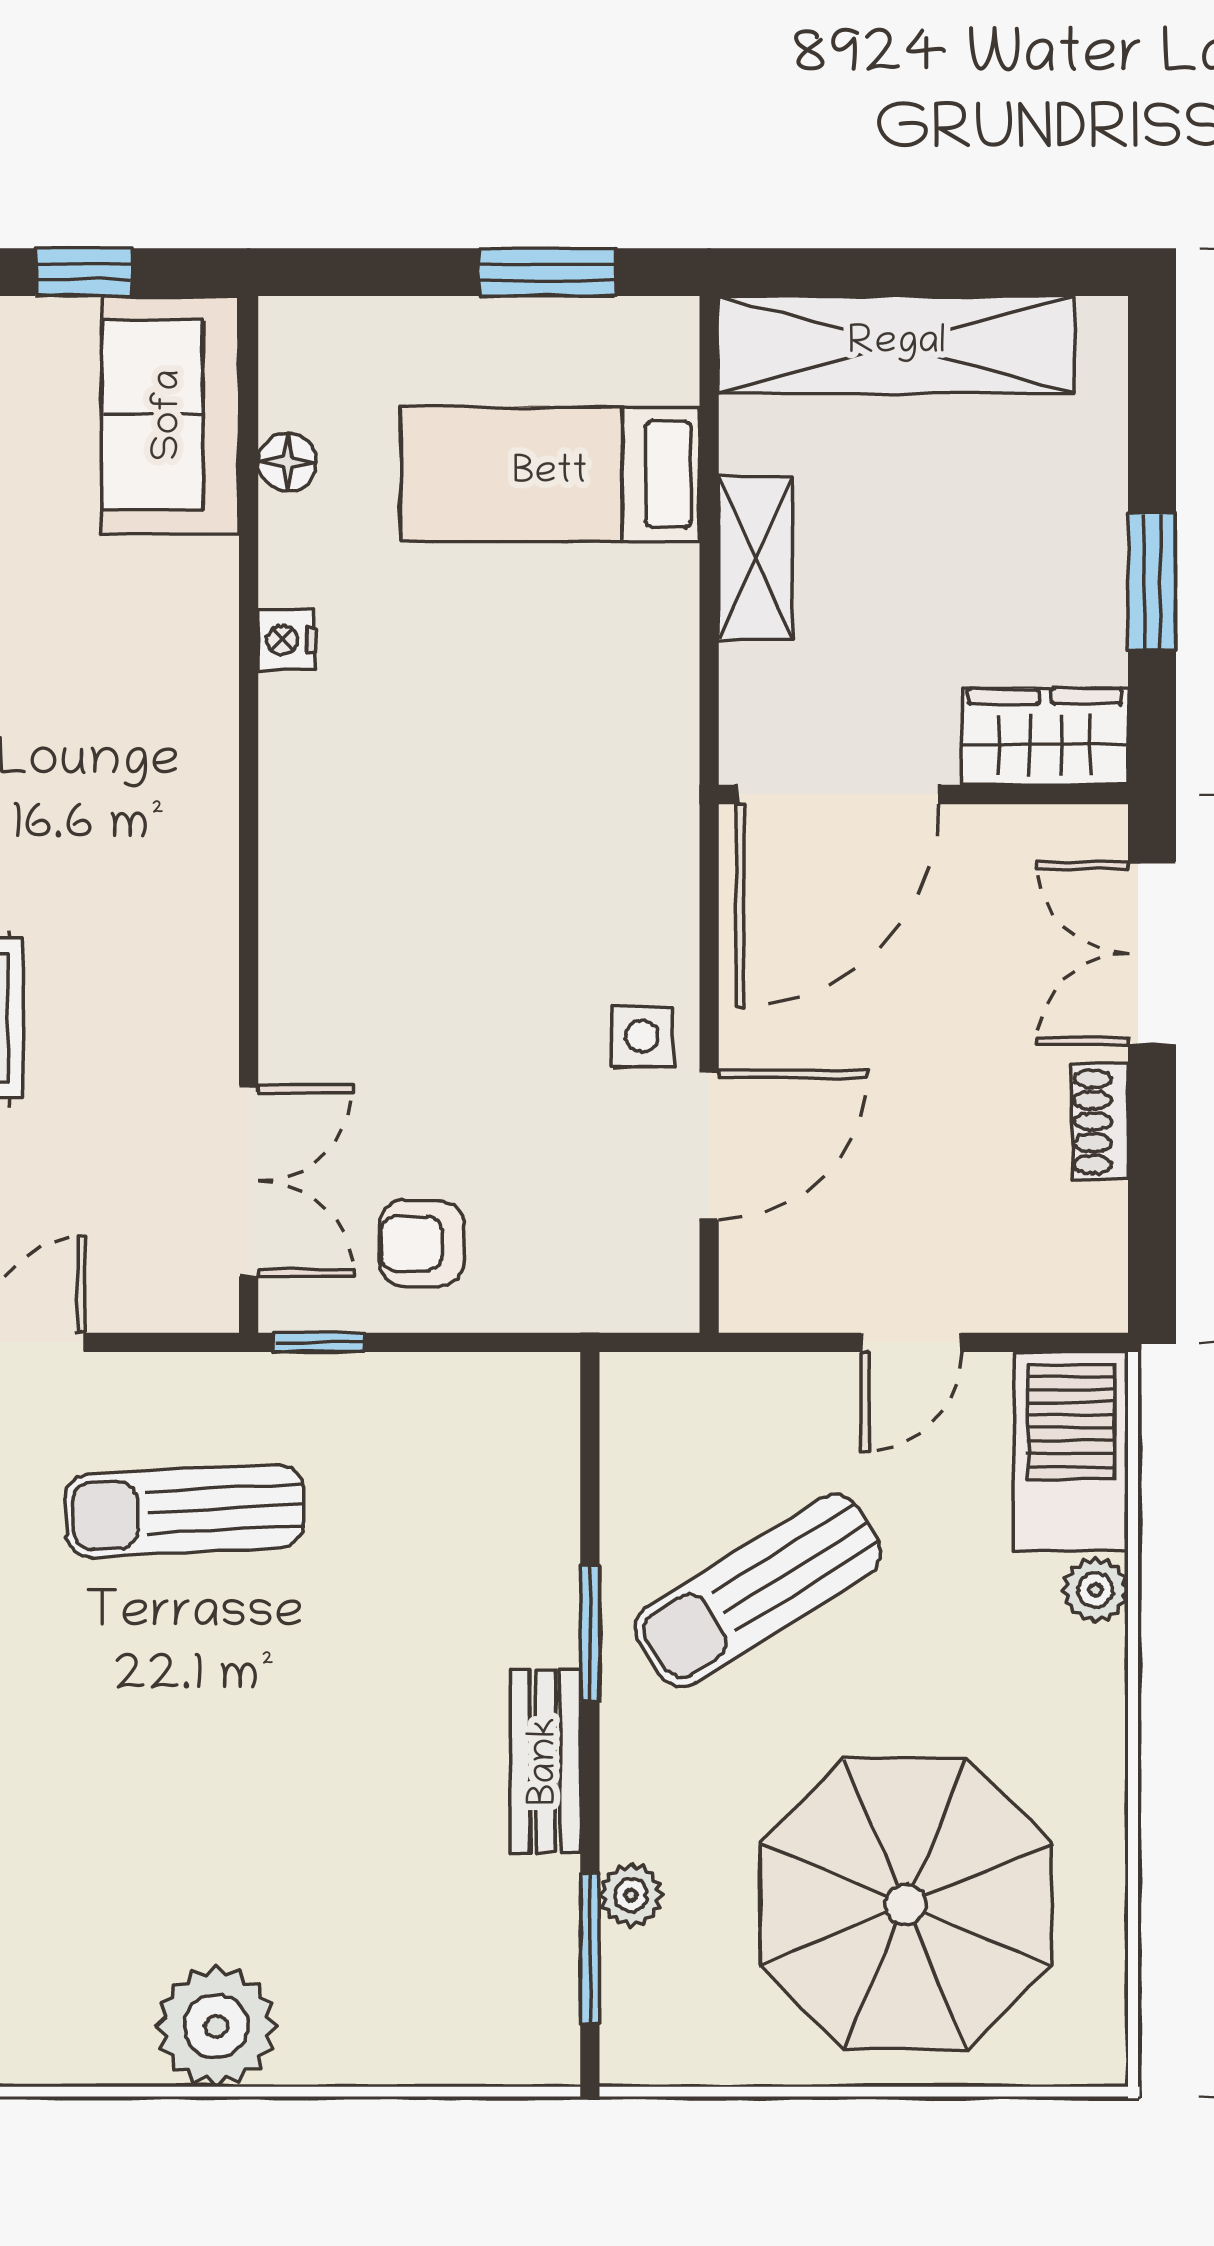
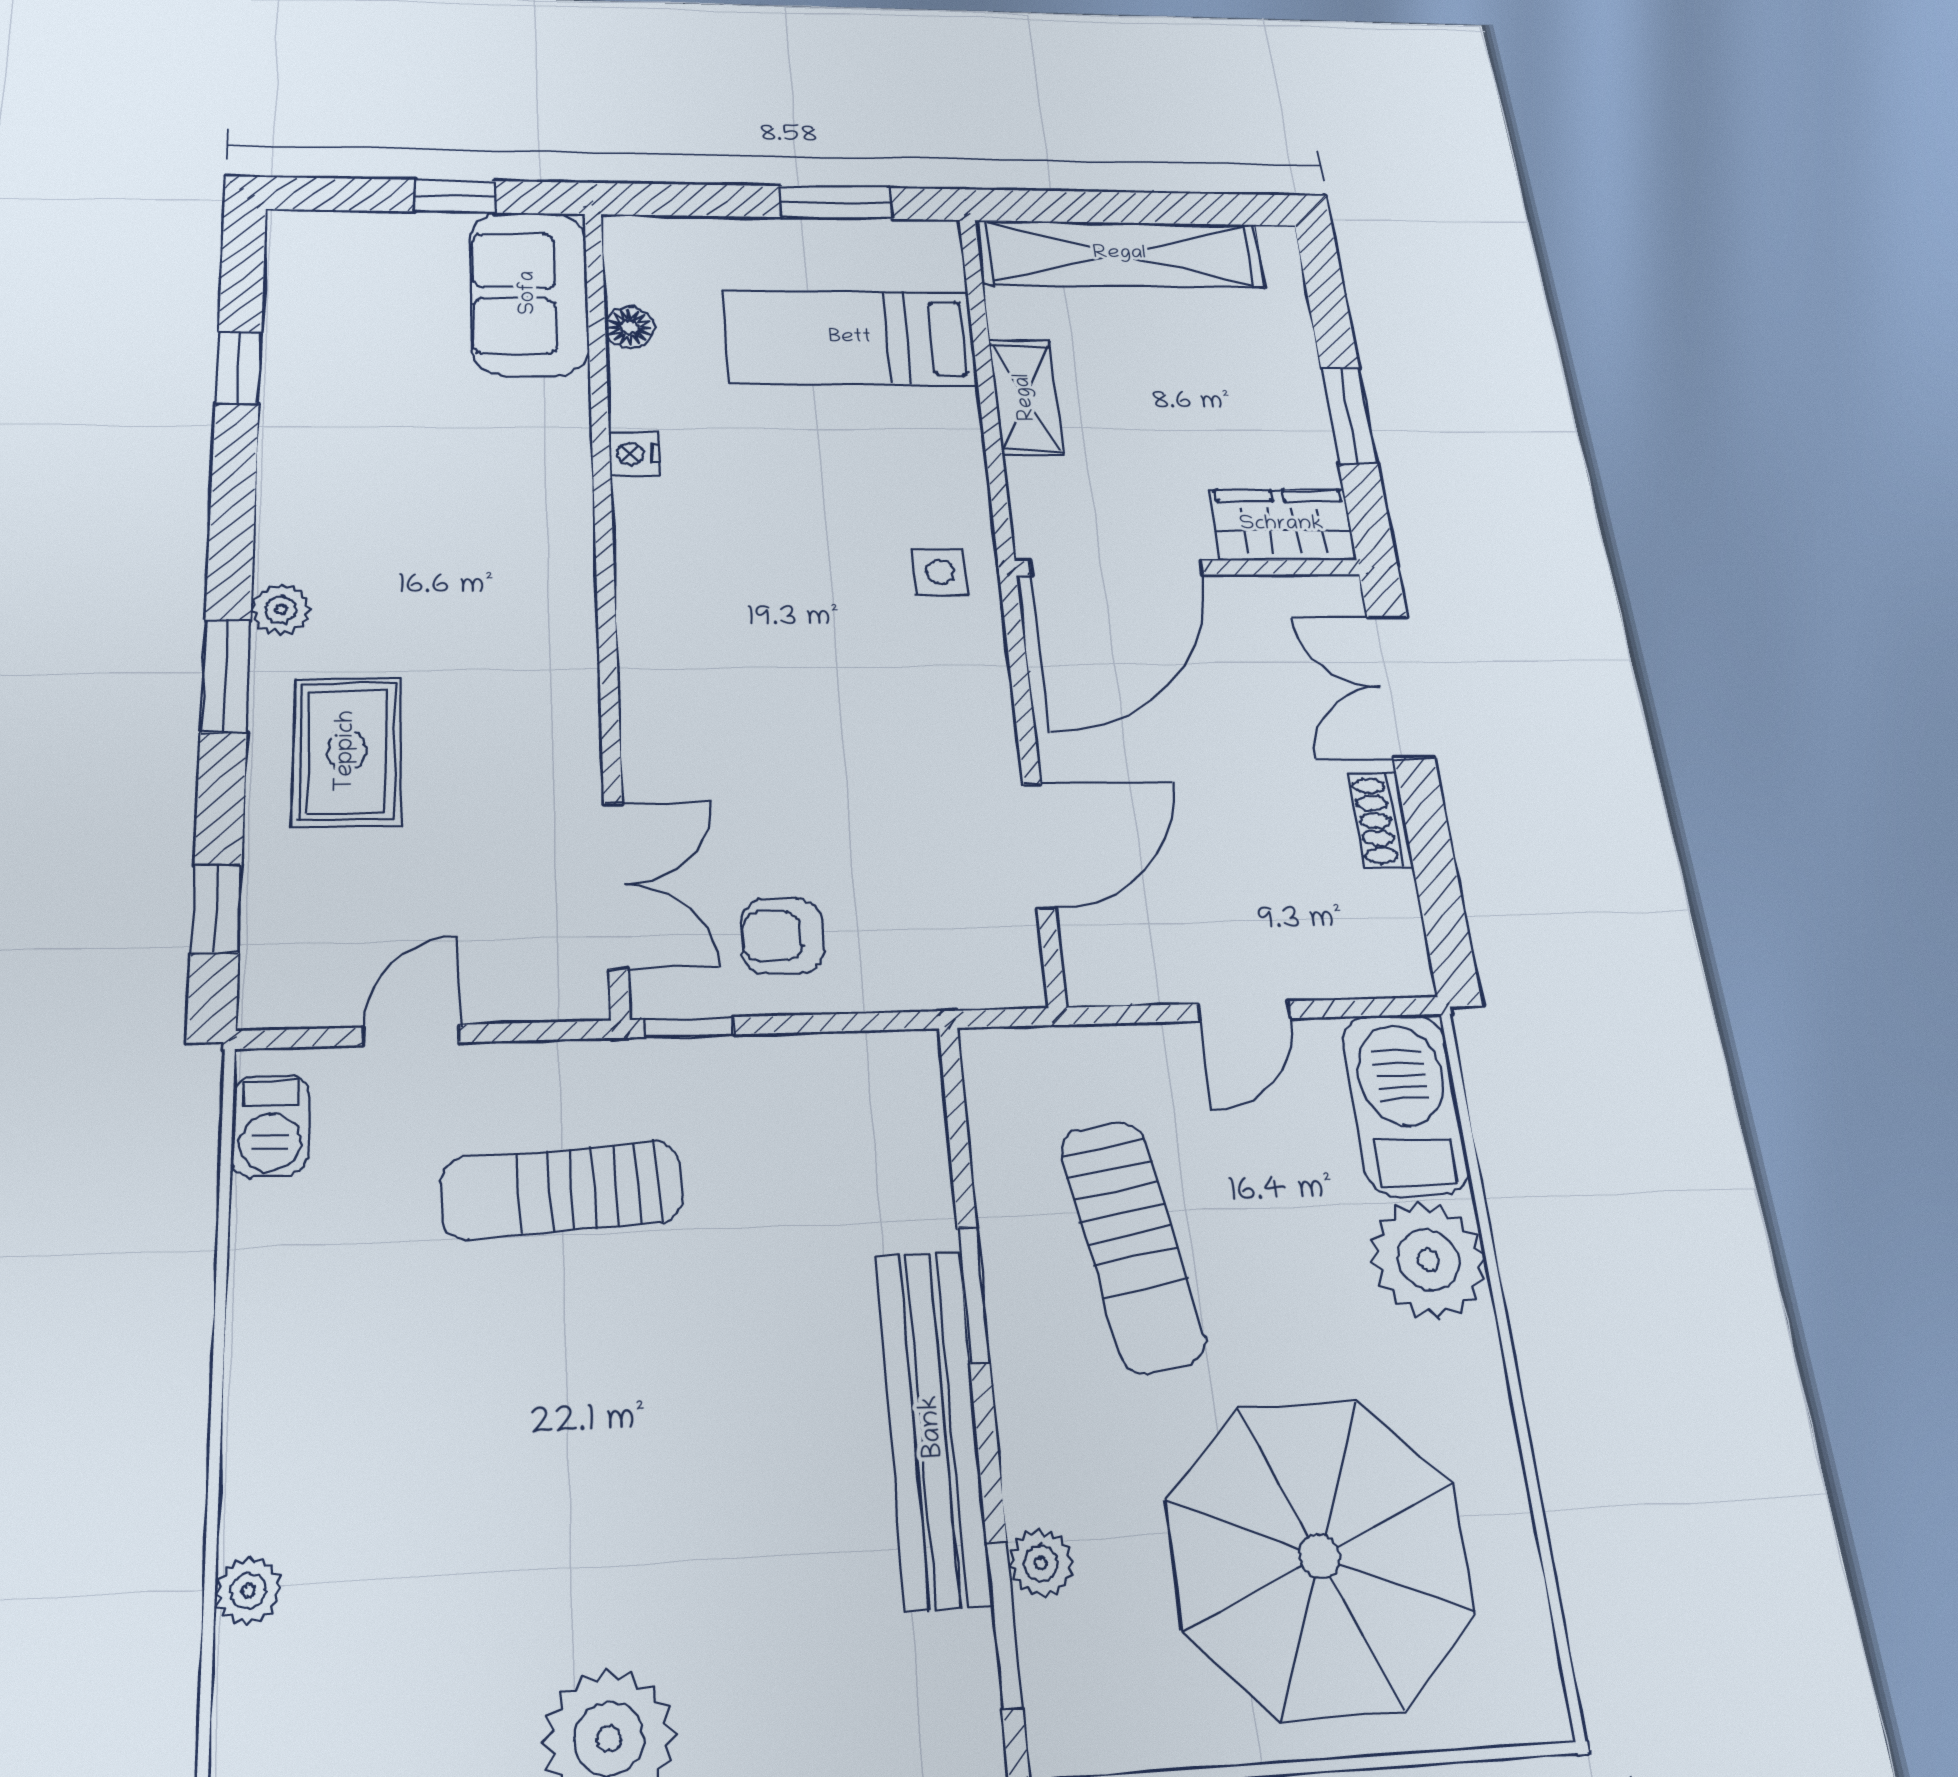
side table: (642, 1036) -> (940, 572), moved
plant: (1095, 1590) -> (1429, 1260), width x1.88, depth x1.88
sun lounger: (758, 1591) -> (1132, 1245), turned -68
bench: (546, 1761) -> (933, 1426), width x1.86, depth x1.21

